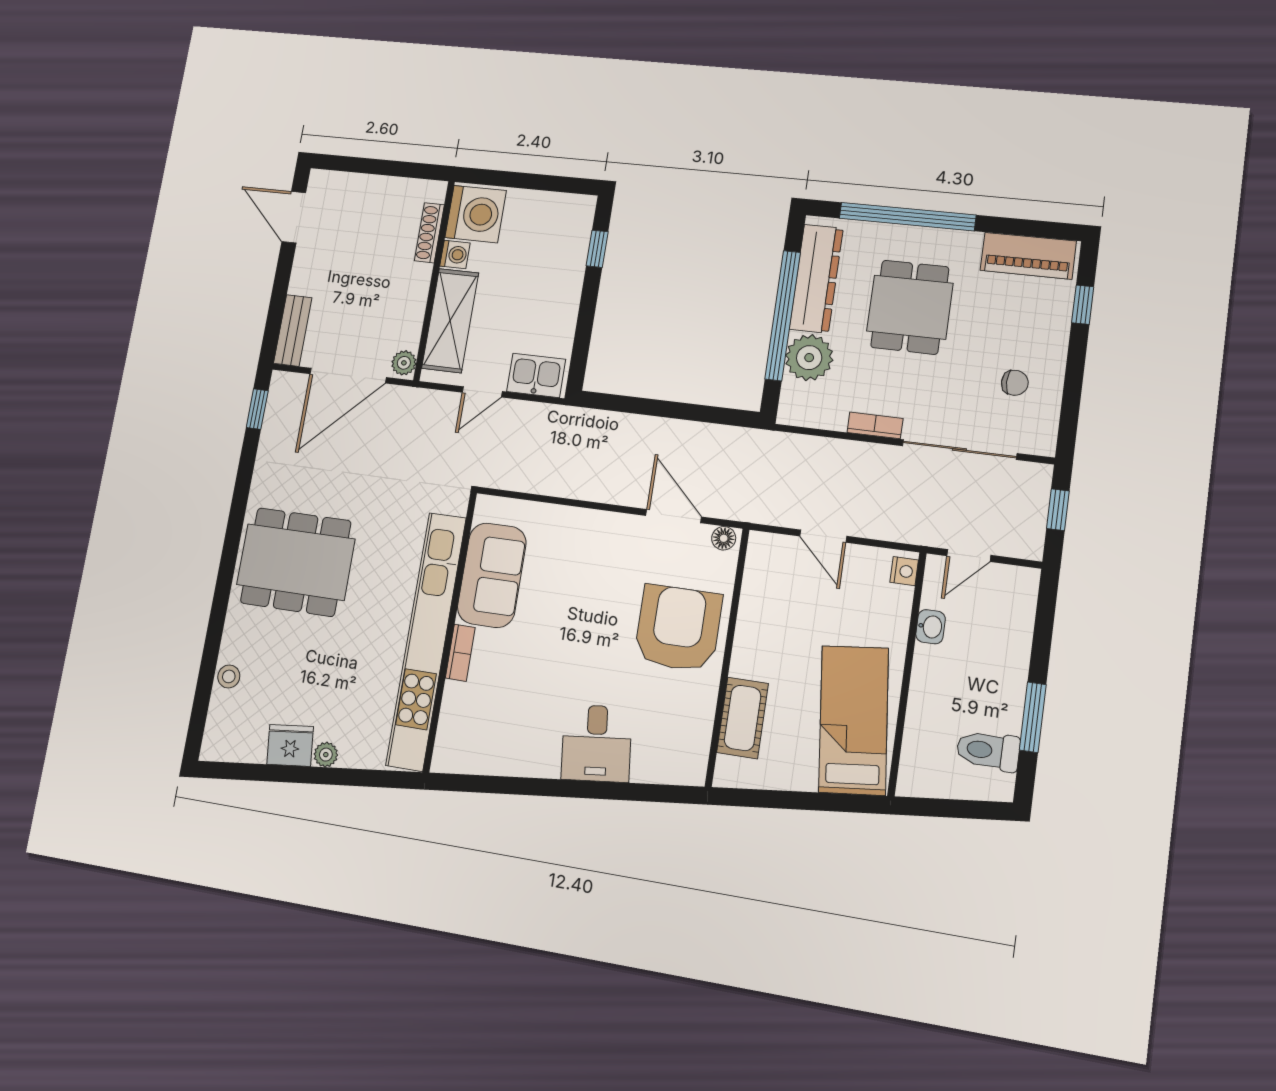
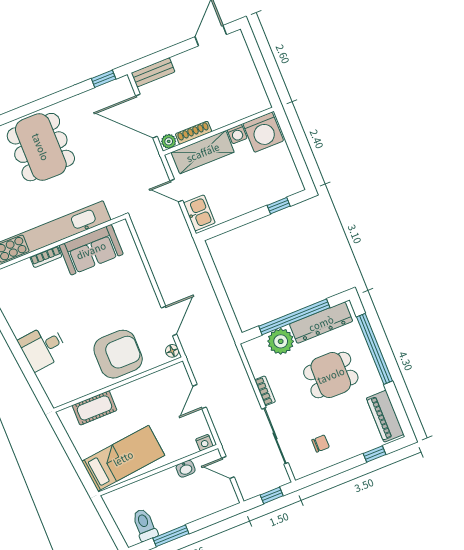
shoe rack: (429, 233) -> (194, 133), moved
chair: (1015, 383) -> (321, 444), turned -90

